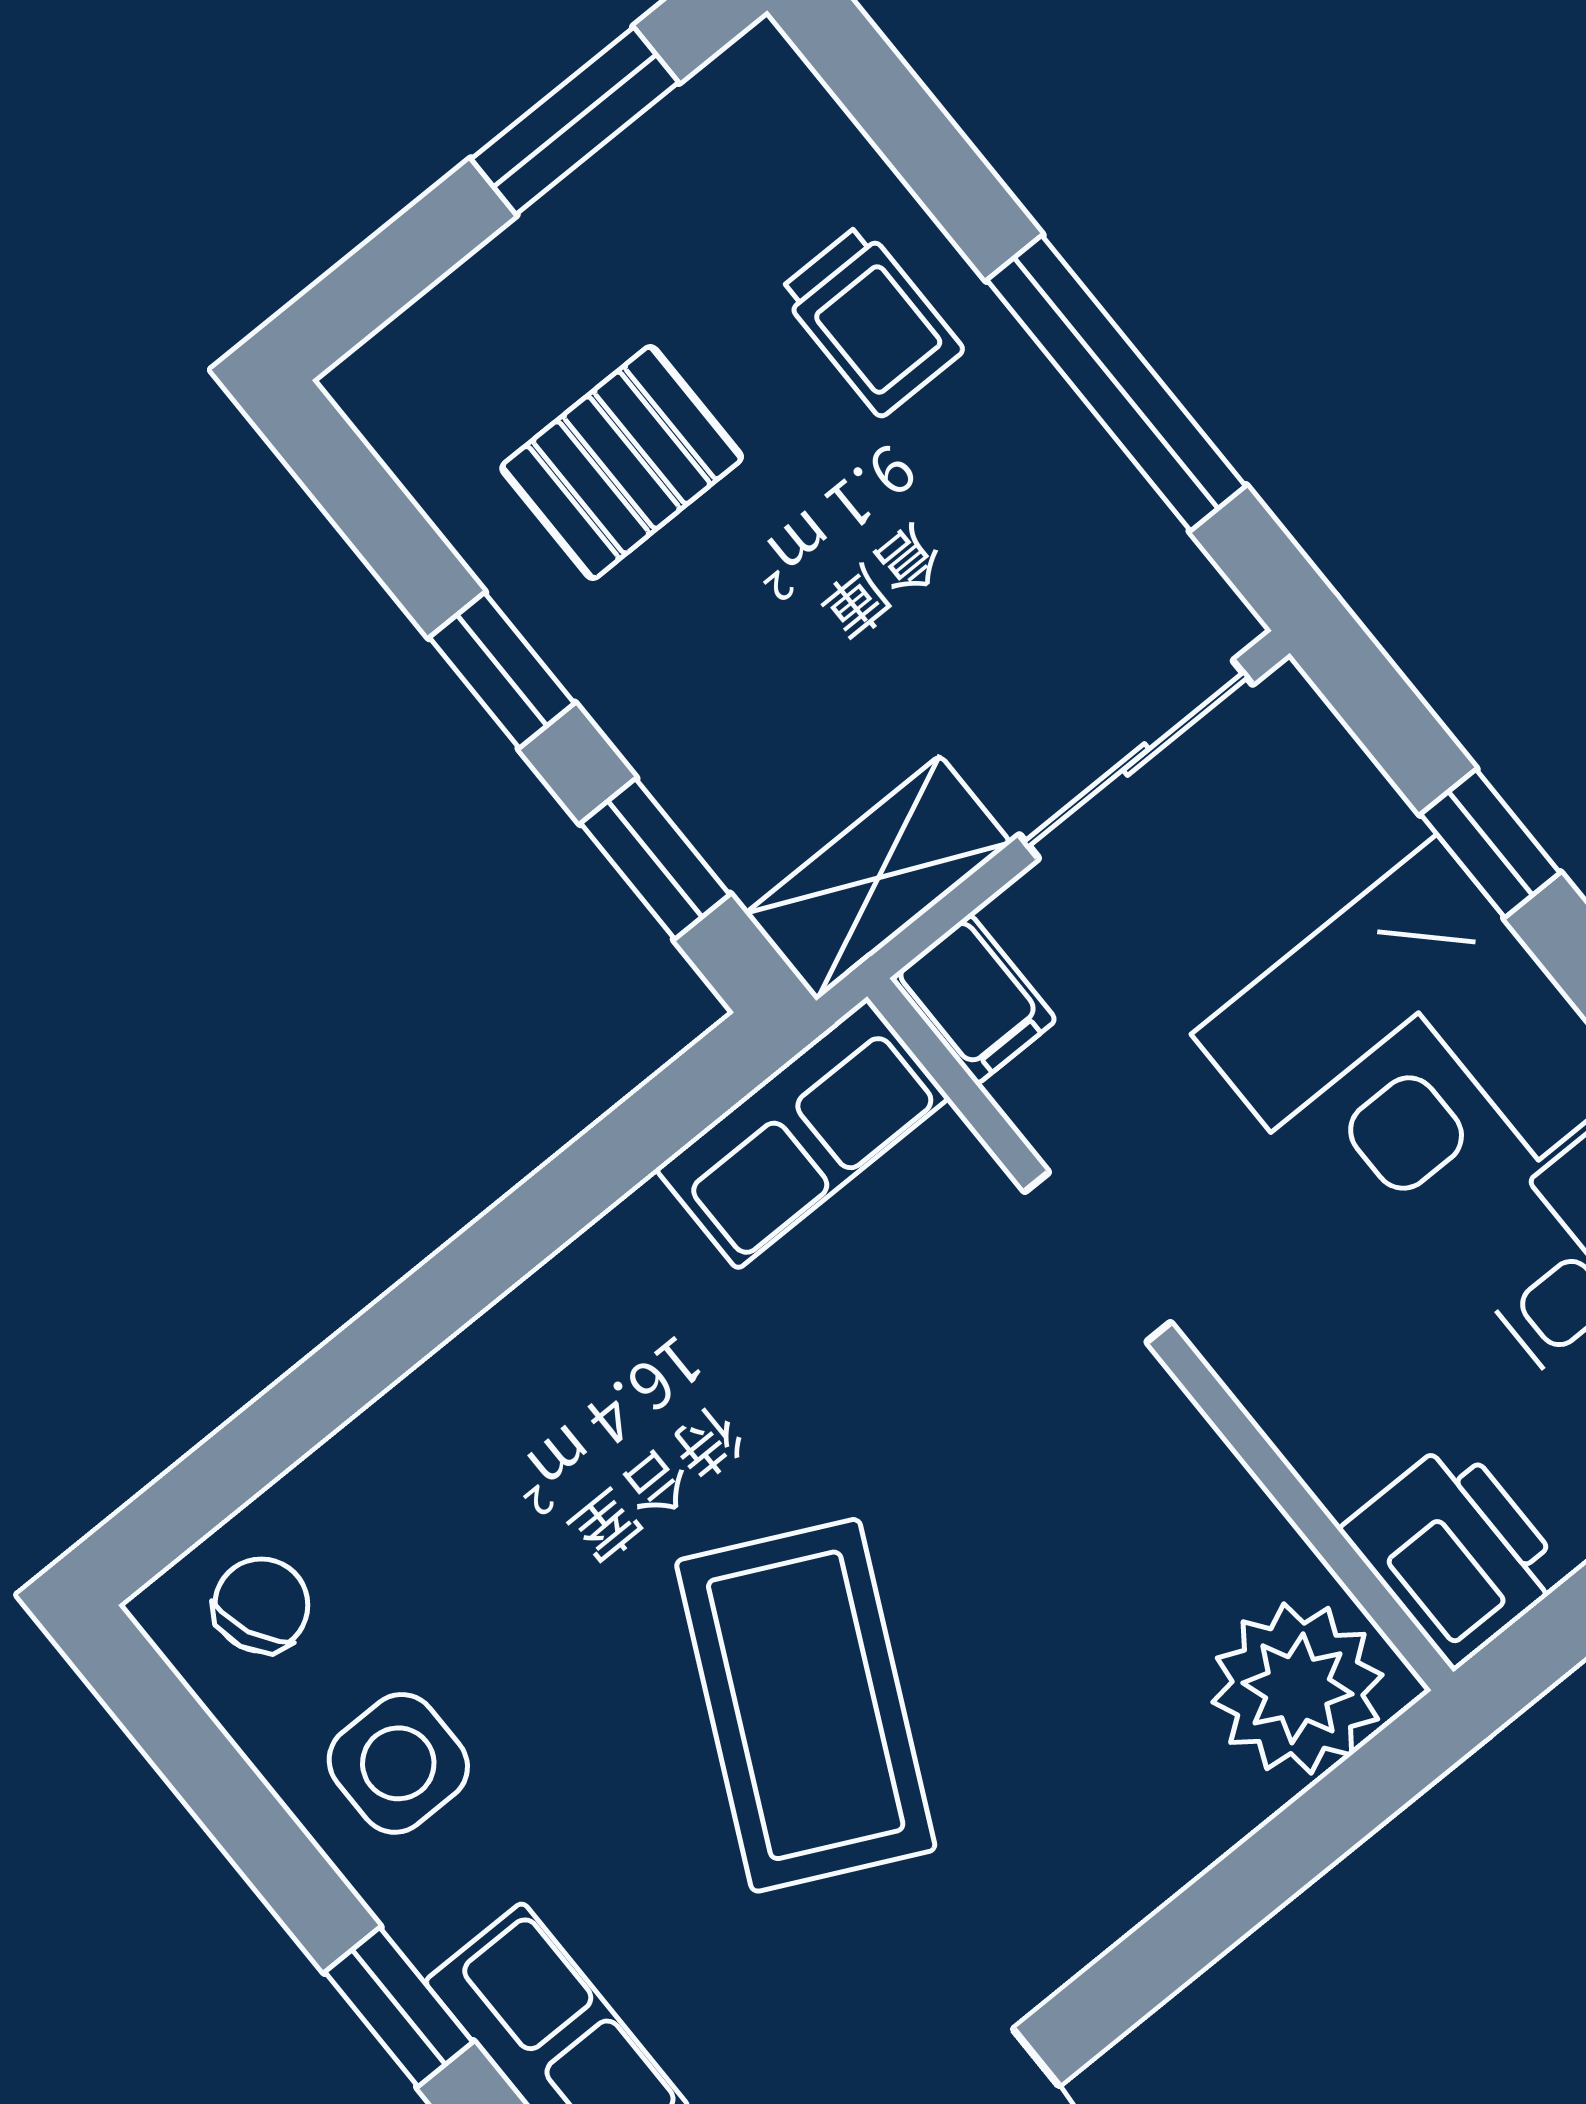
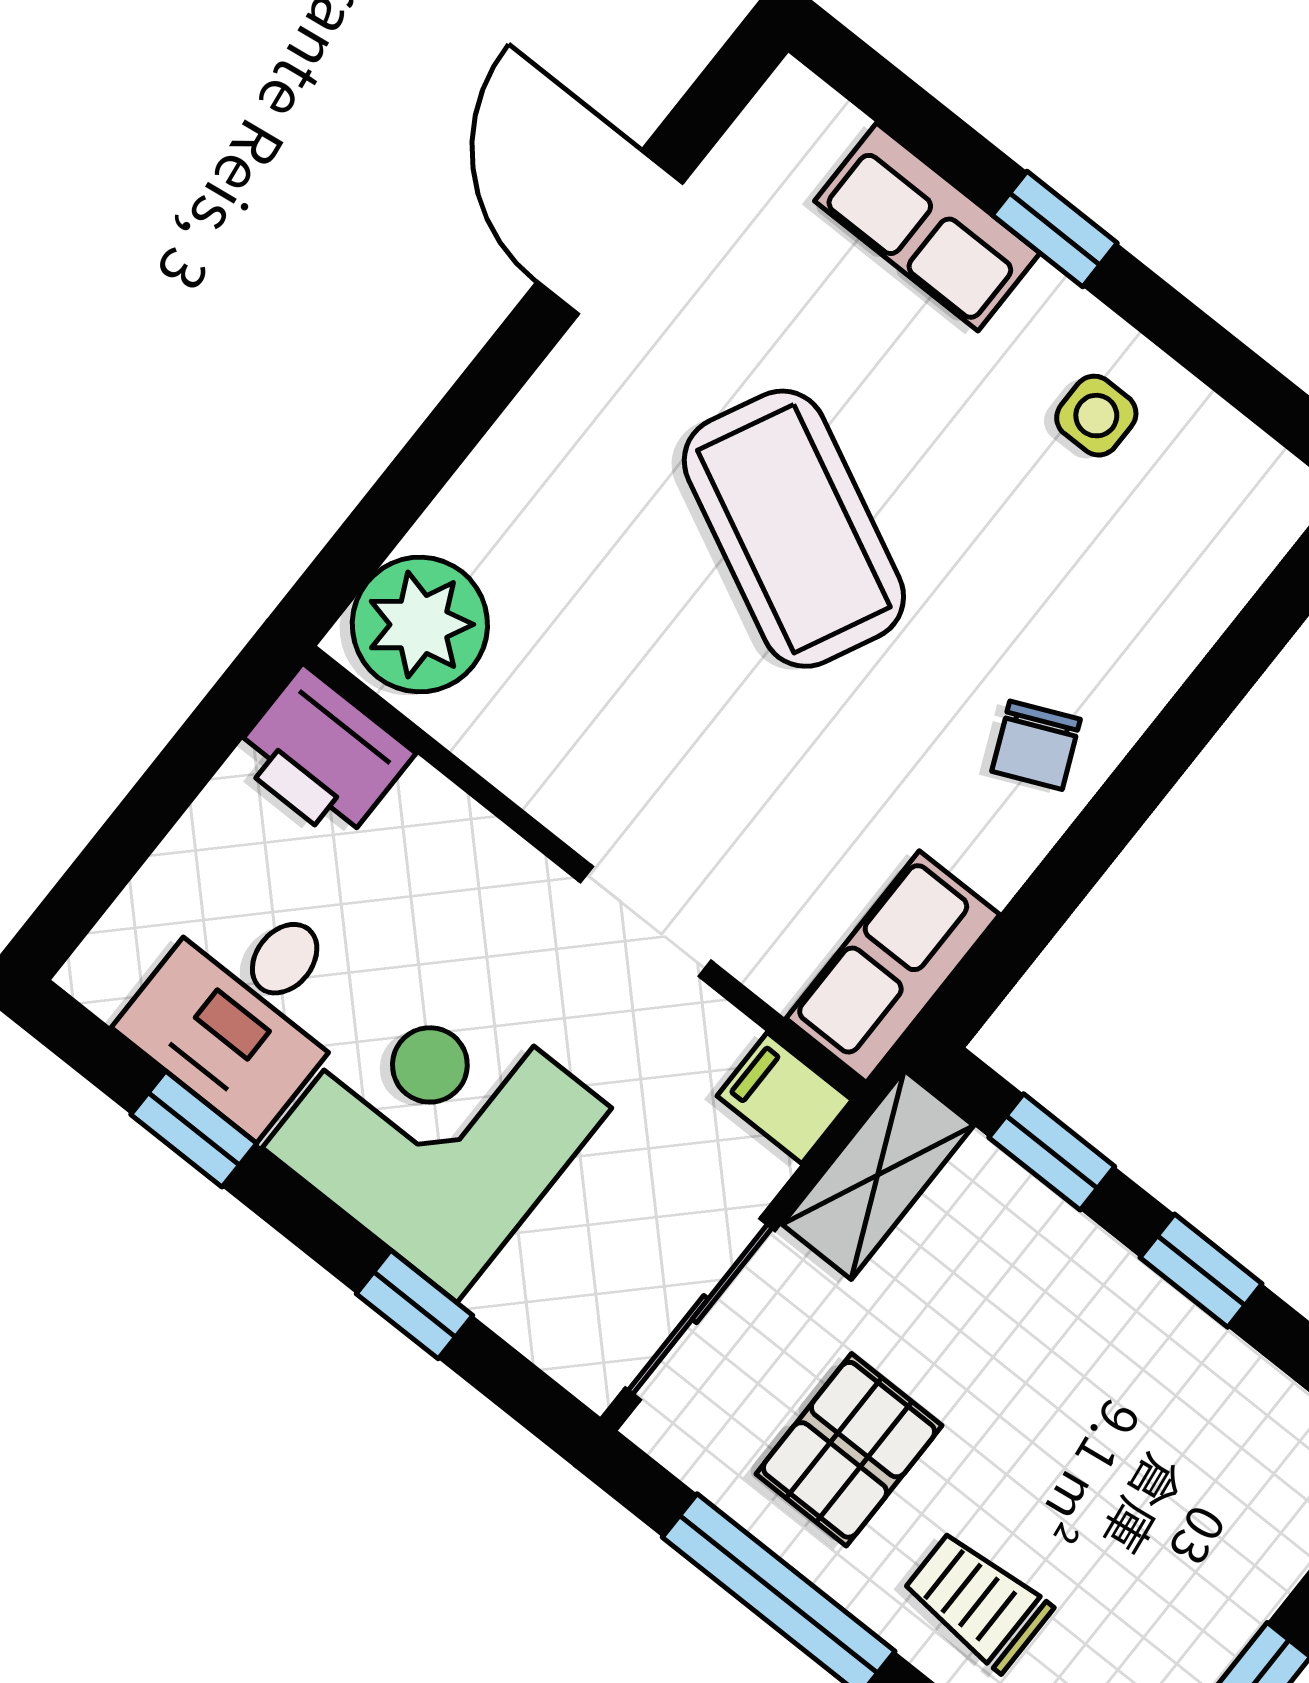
pallet: (622, 463) -> (849, 1450), moved
chair: (261, 1605) -> (1036, 745), moved
side table: (398, 1763) -> (1096, 416), width x0.73, depth x0.73

